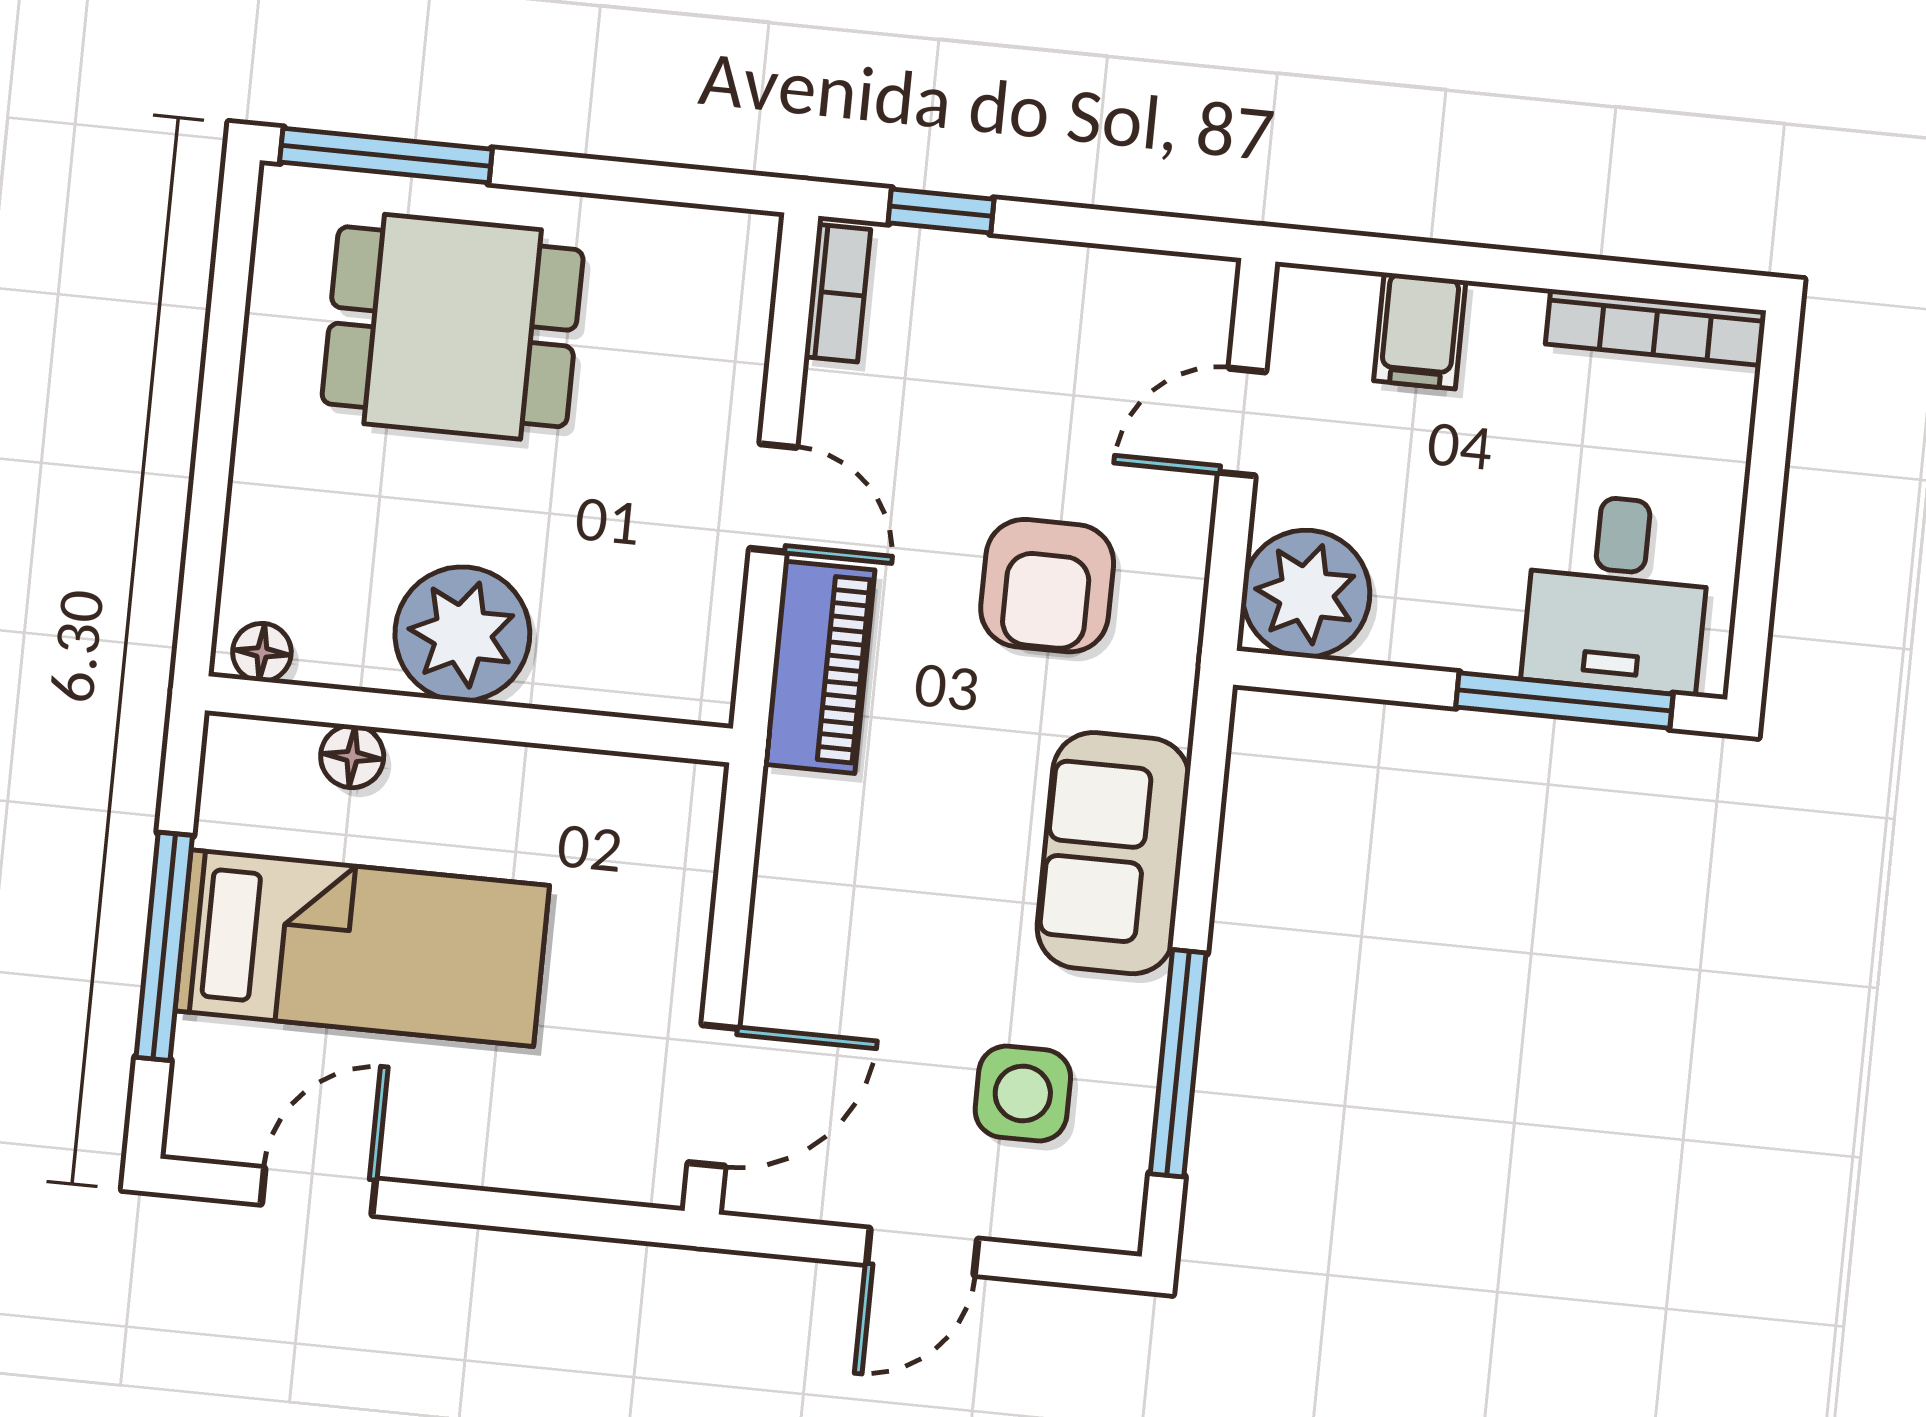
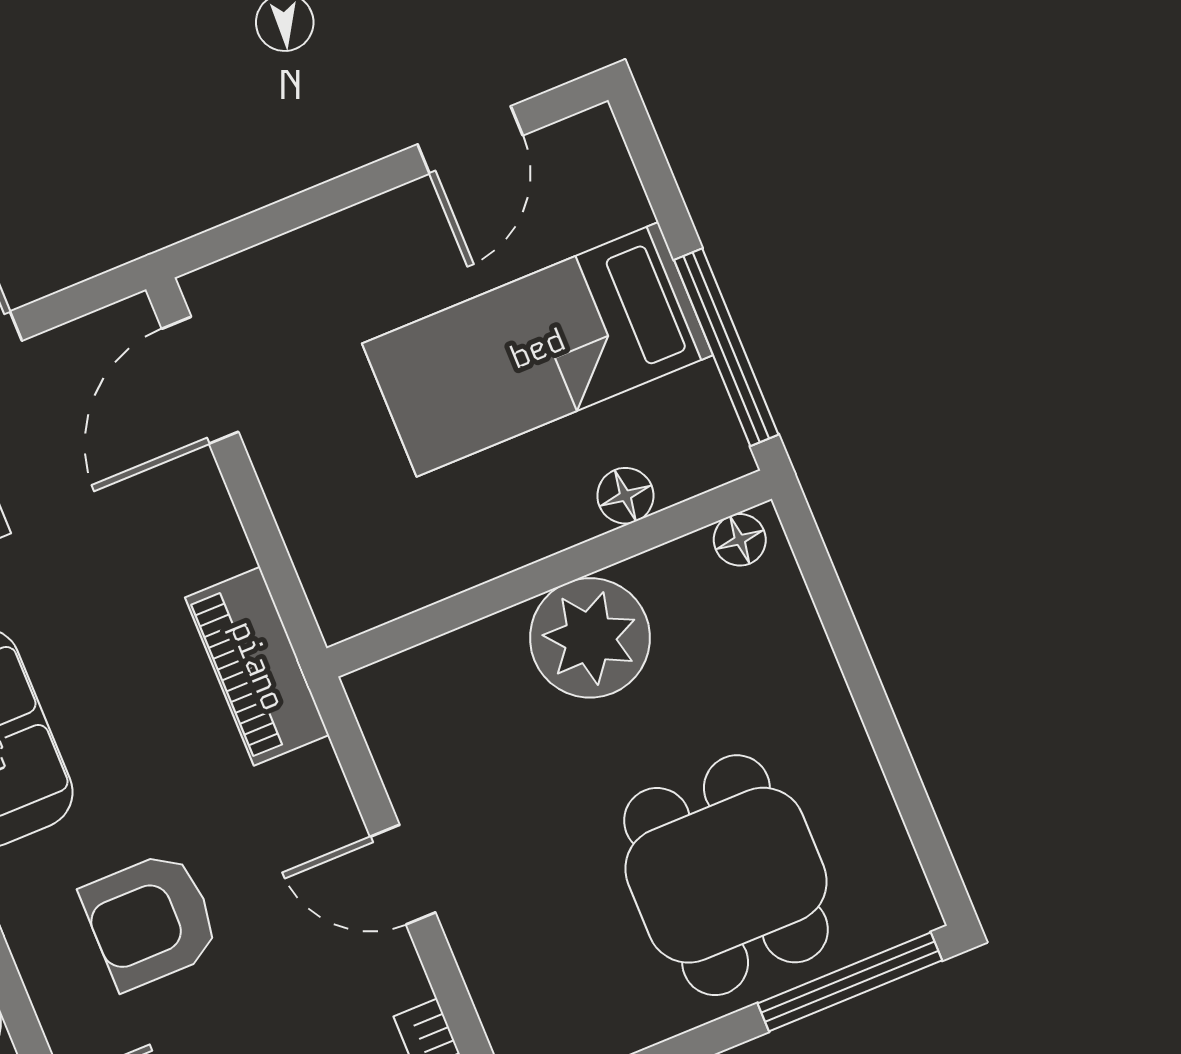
dining table: (453, 327) -> (726, 875), turned 90
armchair: (1047, 586) -> (151, 920), turned -90
piano: (819, 667) -> (257, 666), moved
window: (164, 946) -> (726, 347), moved

